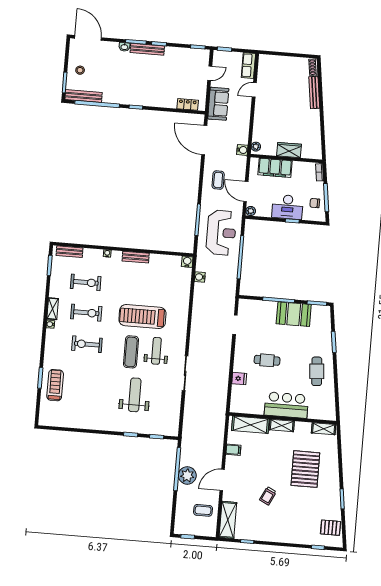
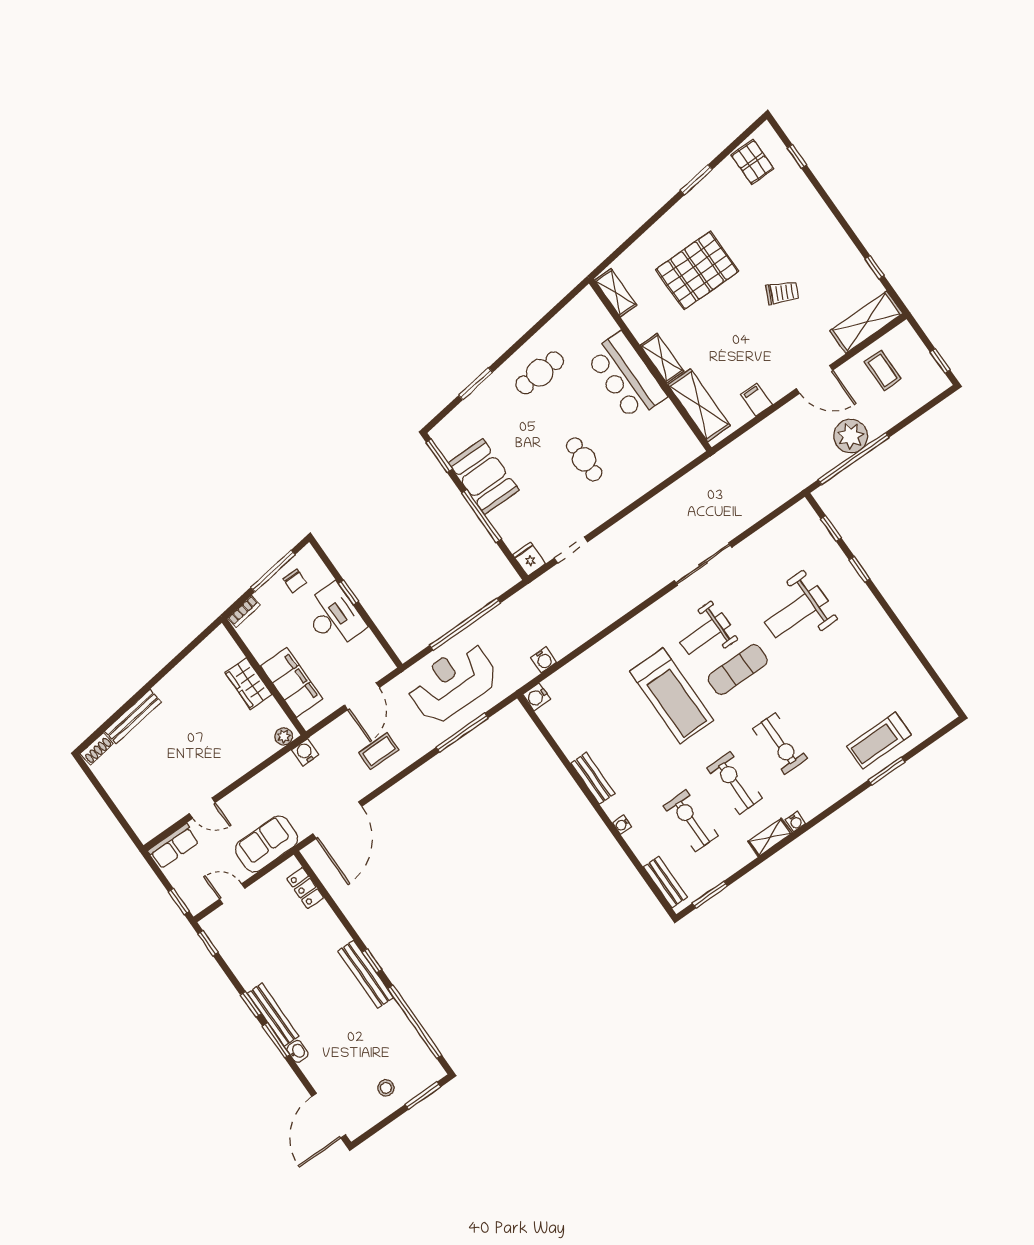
bench: (84, 96) -> (366, 974), moved
plant: (251, 211) -> (385, 665), removed
fridge: (239, 379) -> (529, 559), moved

